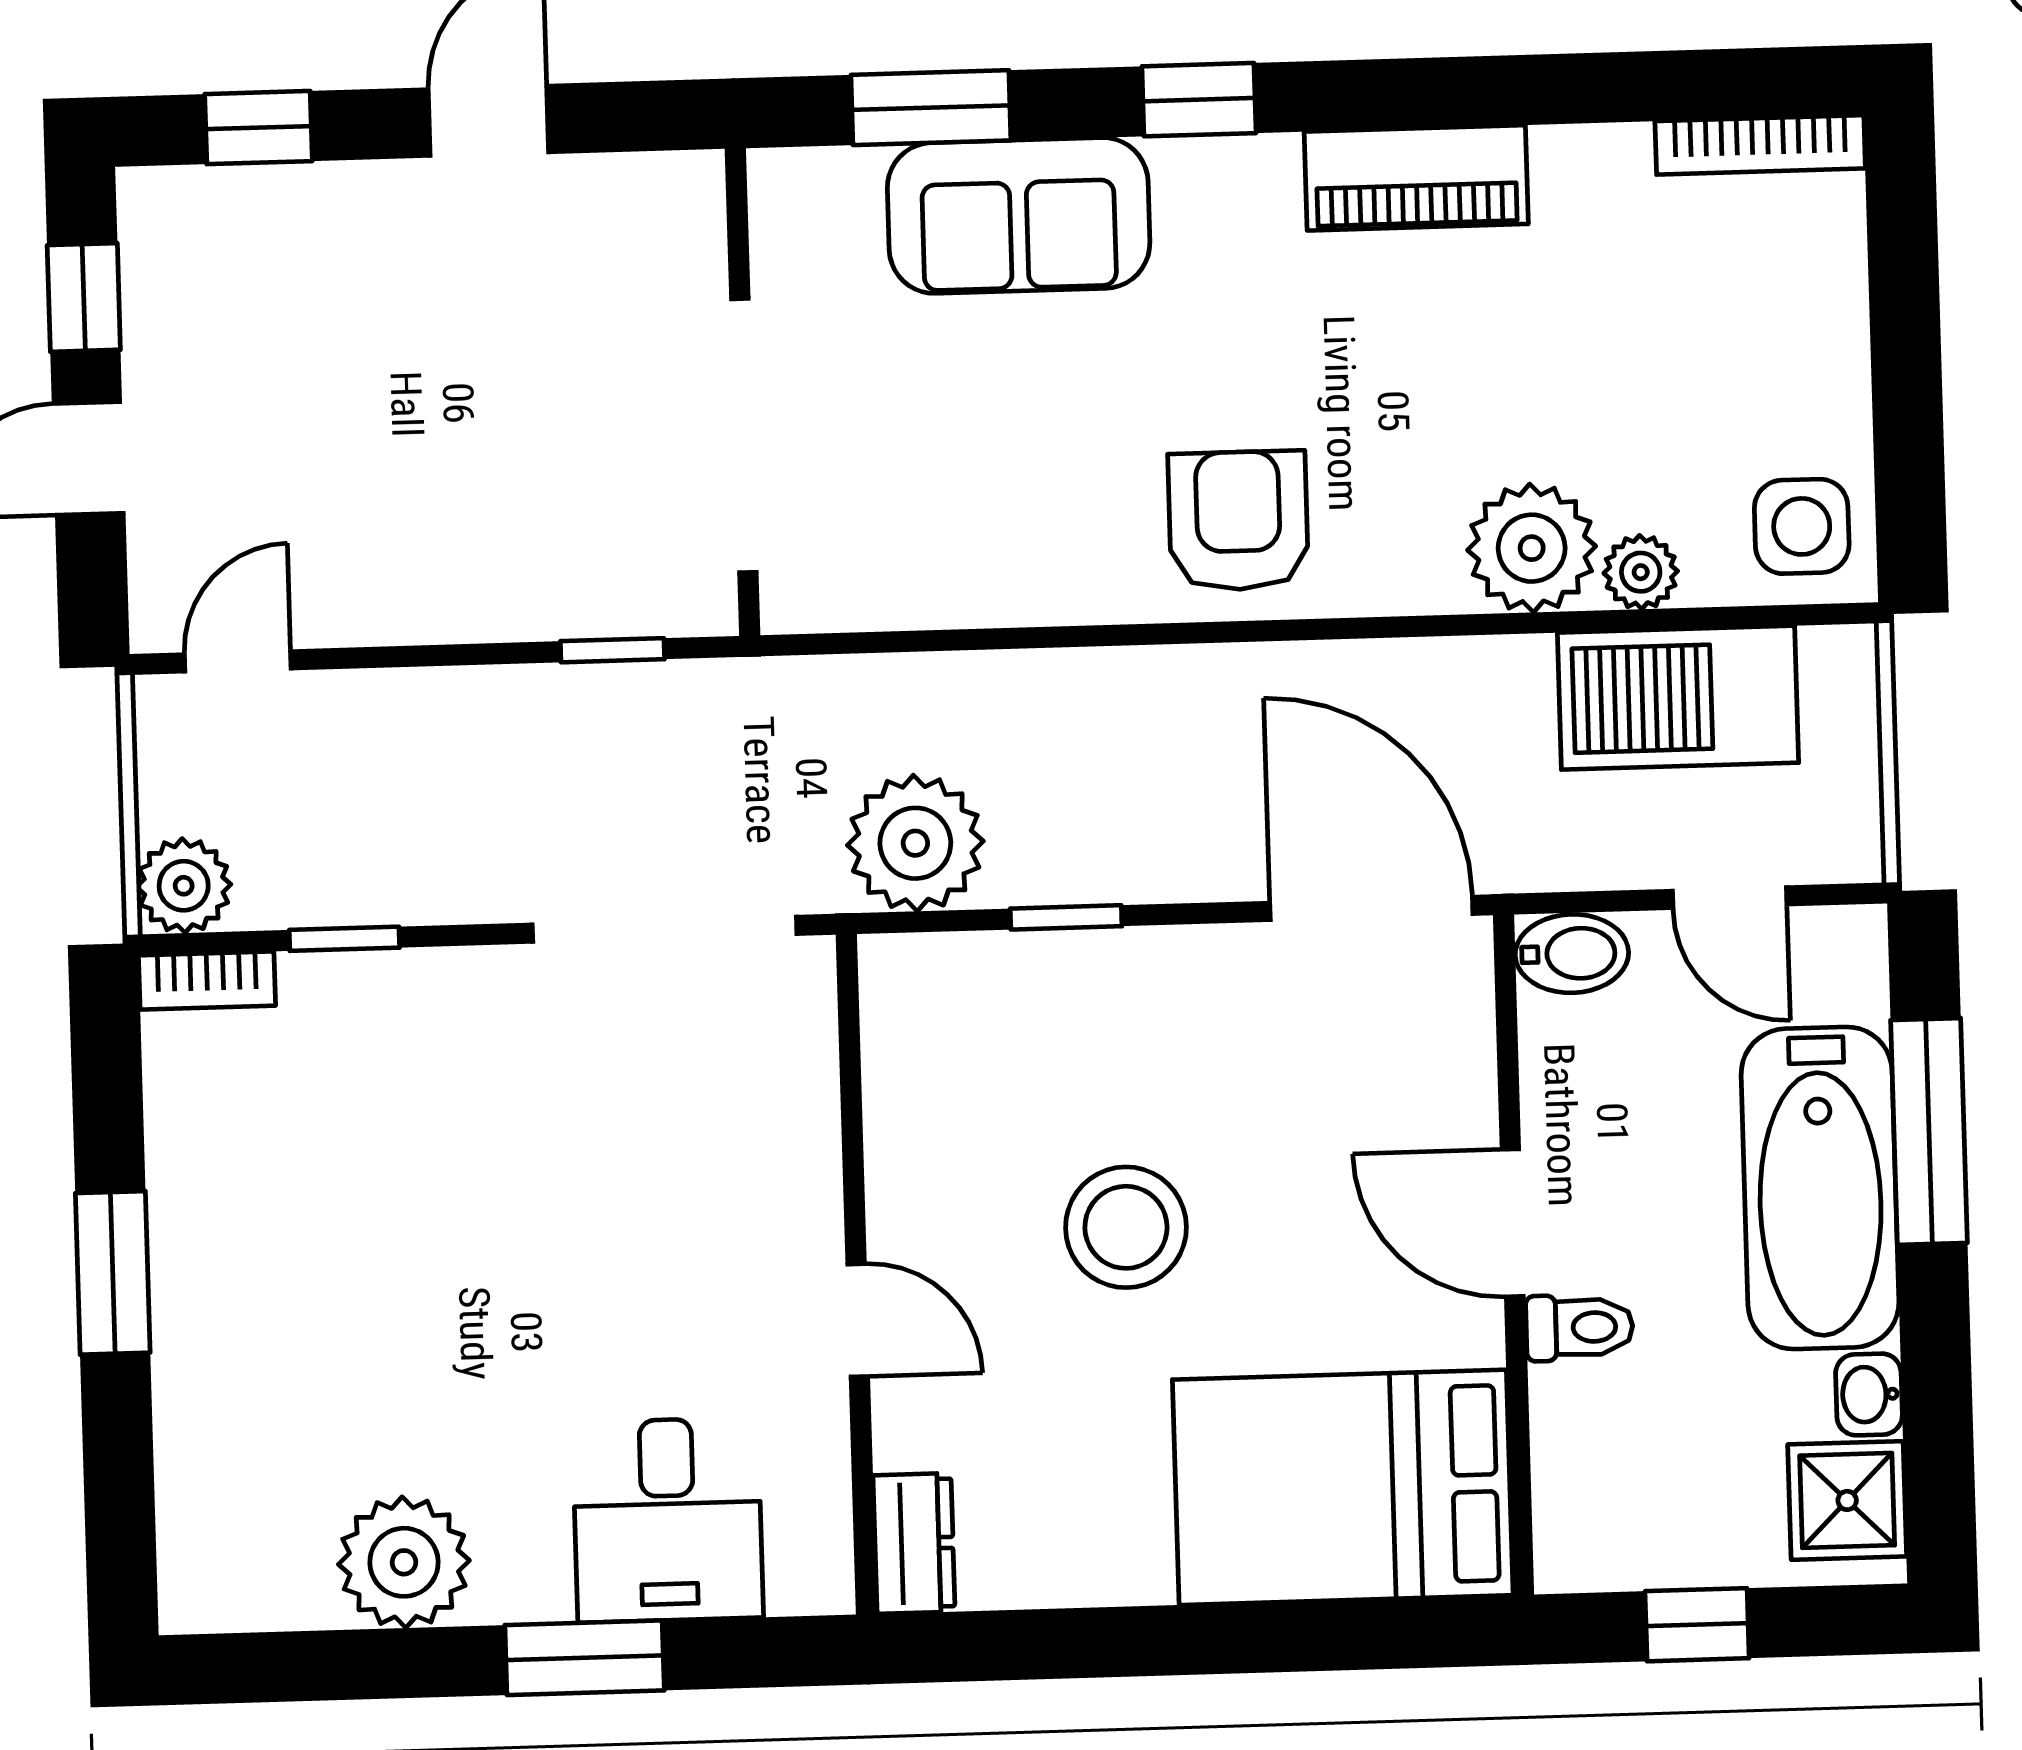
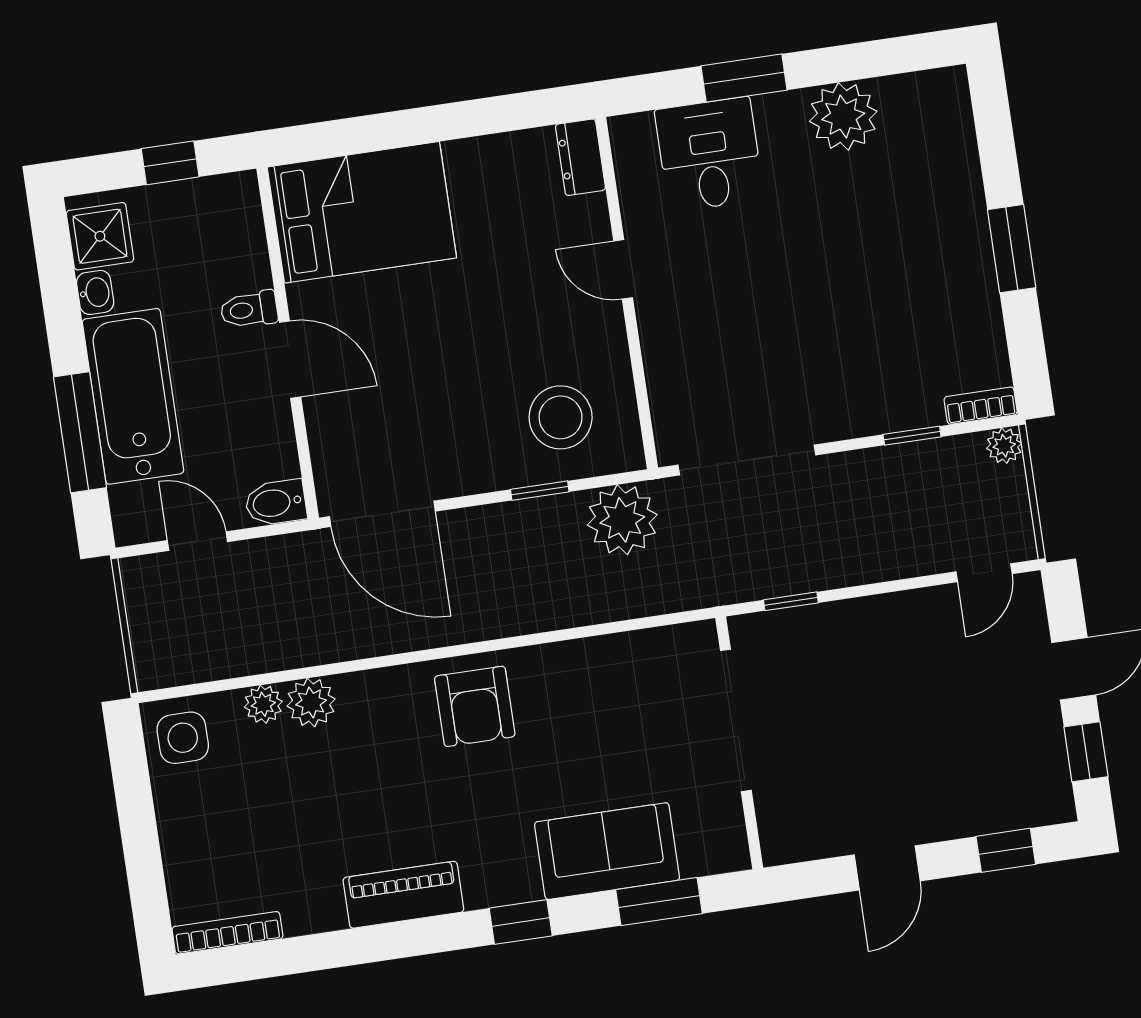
plant: (1532, 548) -> (311, 703), width x0.73, depth x0.73
barbecue: (1678, 698) -> (236, 642), removed
plant: (184, 886) -> (1004, 446), width x0.73, depth x0.73
stool: (1126, 1227) -> (561, 417), moved

